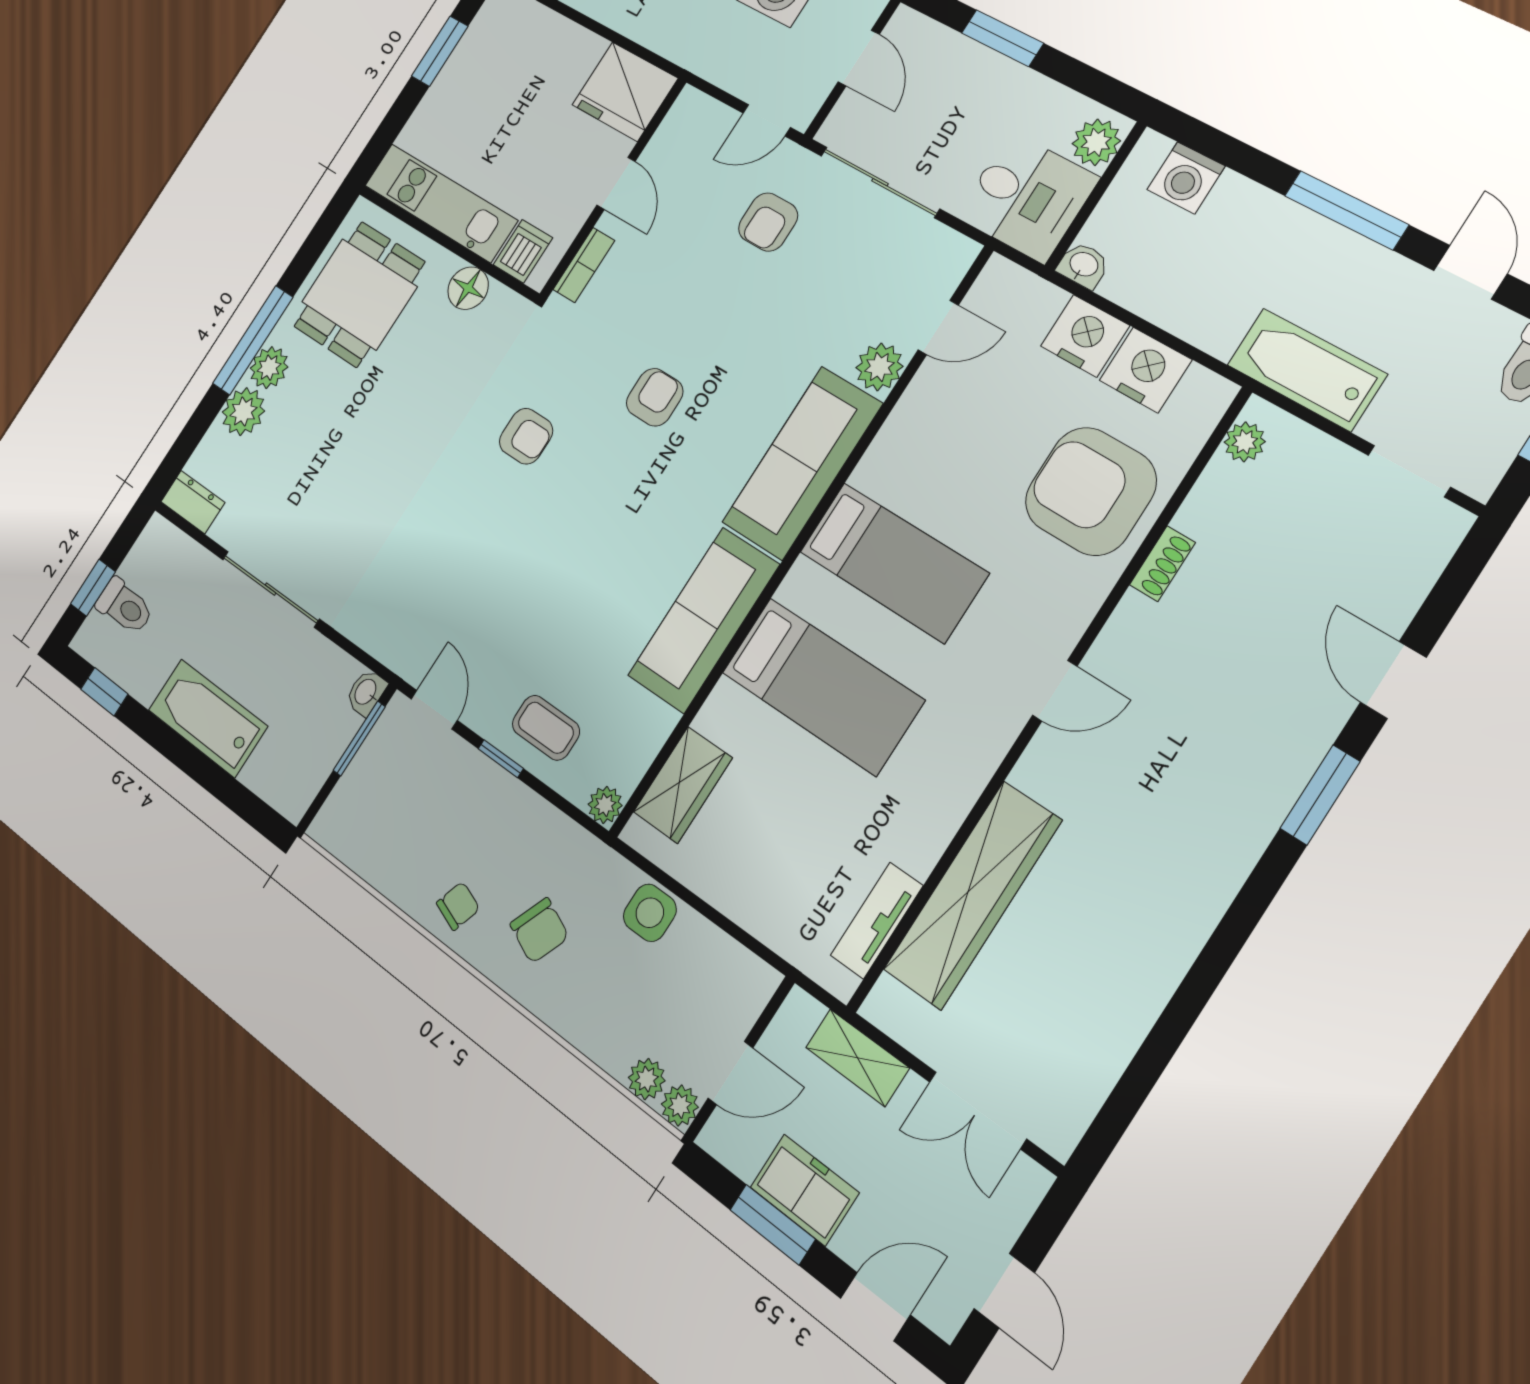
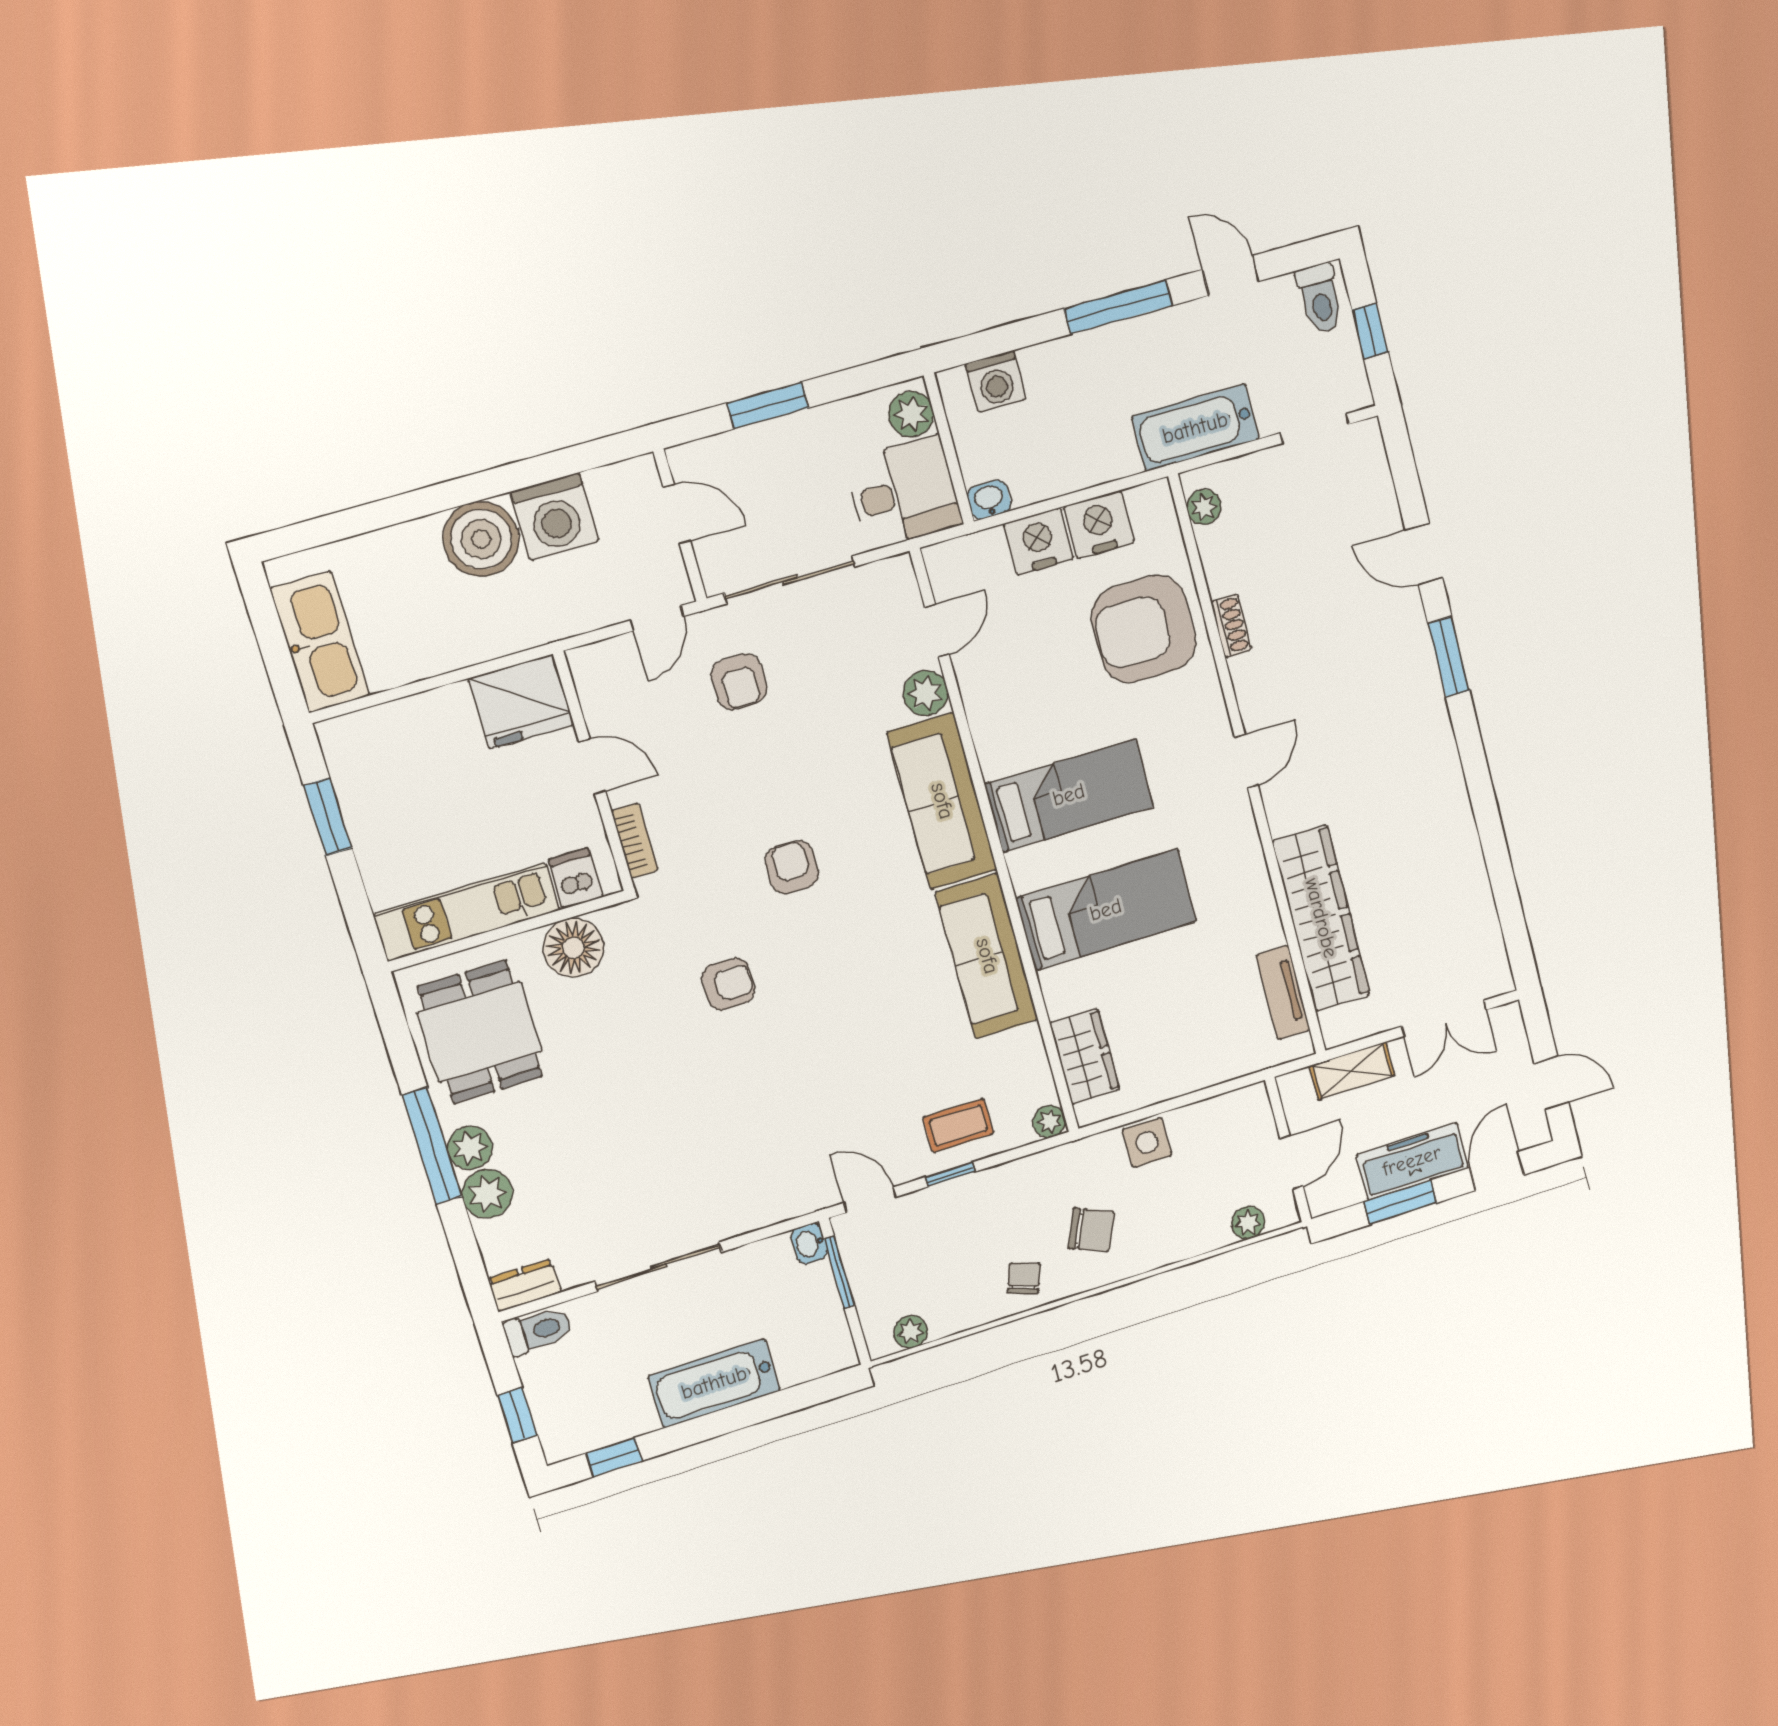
floor lamp: (468, 288) -> (573, 948), width x1.38, depth x1.38
toilet: (125, 606) -> (538, 1331), moved
plant: (680, 1106) -> (911, 1332), moved
freezer: (805, 1190) -> (1412, 1161), width x1.40

